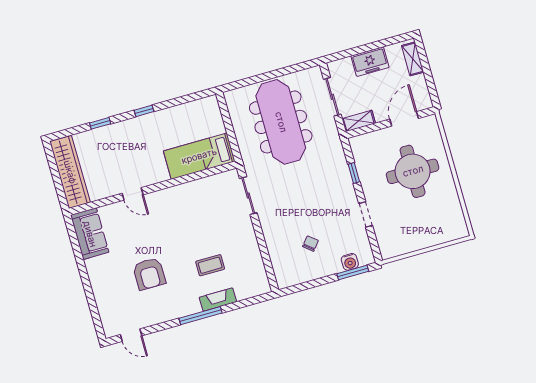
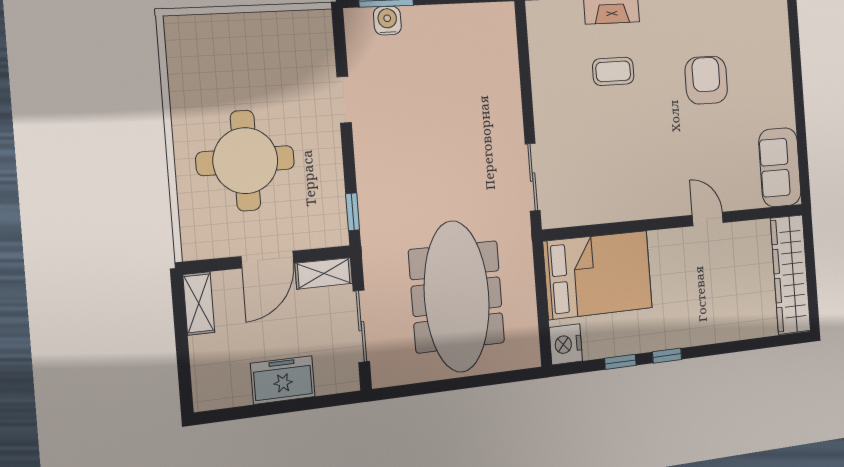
shelving: (413, 59) -> (199, 303), moved
nightstand: (210, 107) -> (566, 344), added
door: (404, 119) -> (267, 260), moved
window: (100, 123) -> (620, 362), moved
bed: (199, 156) -> (598, 275), width x1.50
window: (354, 173) -> (353, 212), moved
chair: (311, 244) -> (447, 70), removed

